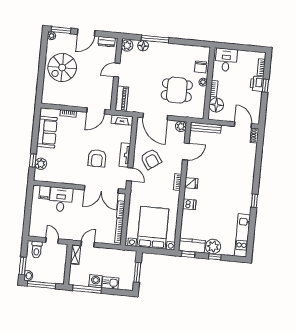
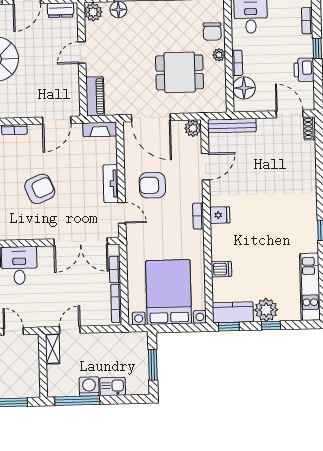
printer: (257, 84) -> (304, 70), moved
armchair: (97, 158) -> (40, 189), moved, turned -113
armchair: (151, 159) -> (152, 185), turned 125
dishwasher: (189, 204) -> (221, 269), moved

